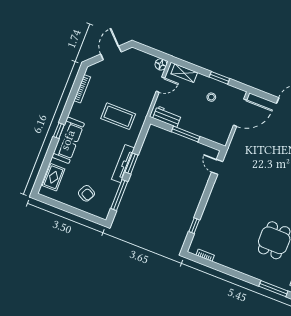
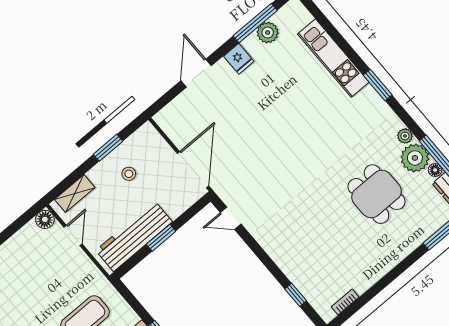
door: (240, 113) -> (193, 170), moved
workbench: (167, 117) -> (134, 236), width x1.88, depth x1.32
window: (186, 134) -> (161, 238), width x0.69

